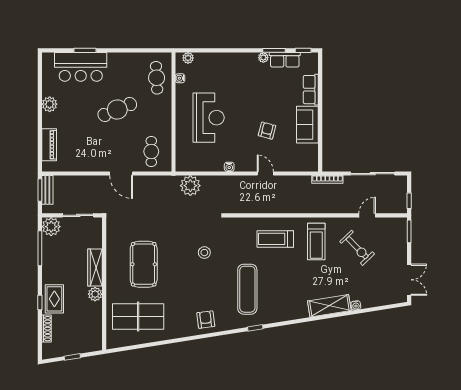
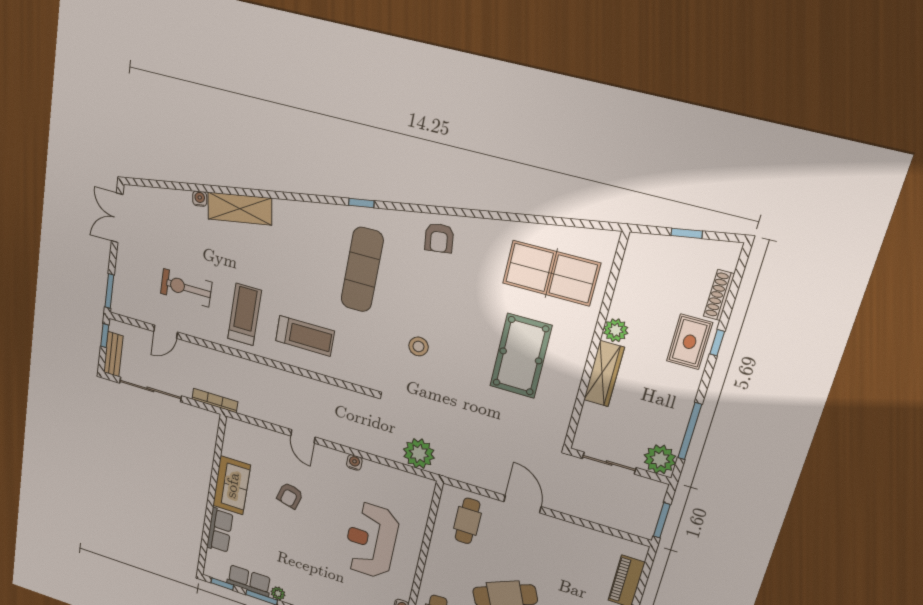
bench: (47, 190) -> (113, 354), moved
exercise bike: (357, 248) -> (186, 288), turned -46

